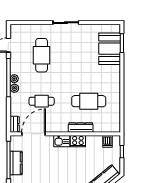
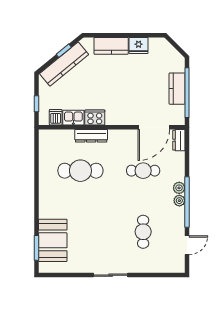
cafe table: (42, 55) -> (143, 232), width x0.73, depth x0.74
kitchen sink: (62, 141) -> (73, 118), moved

